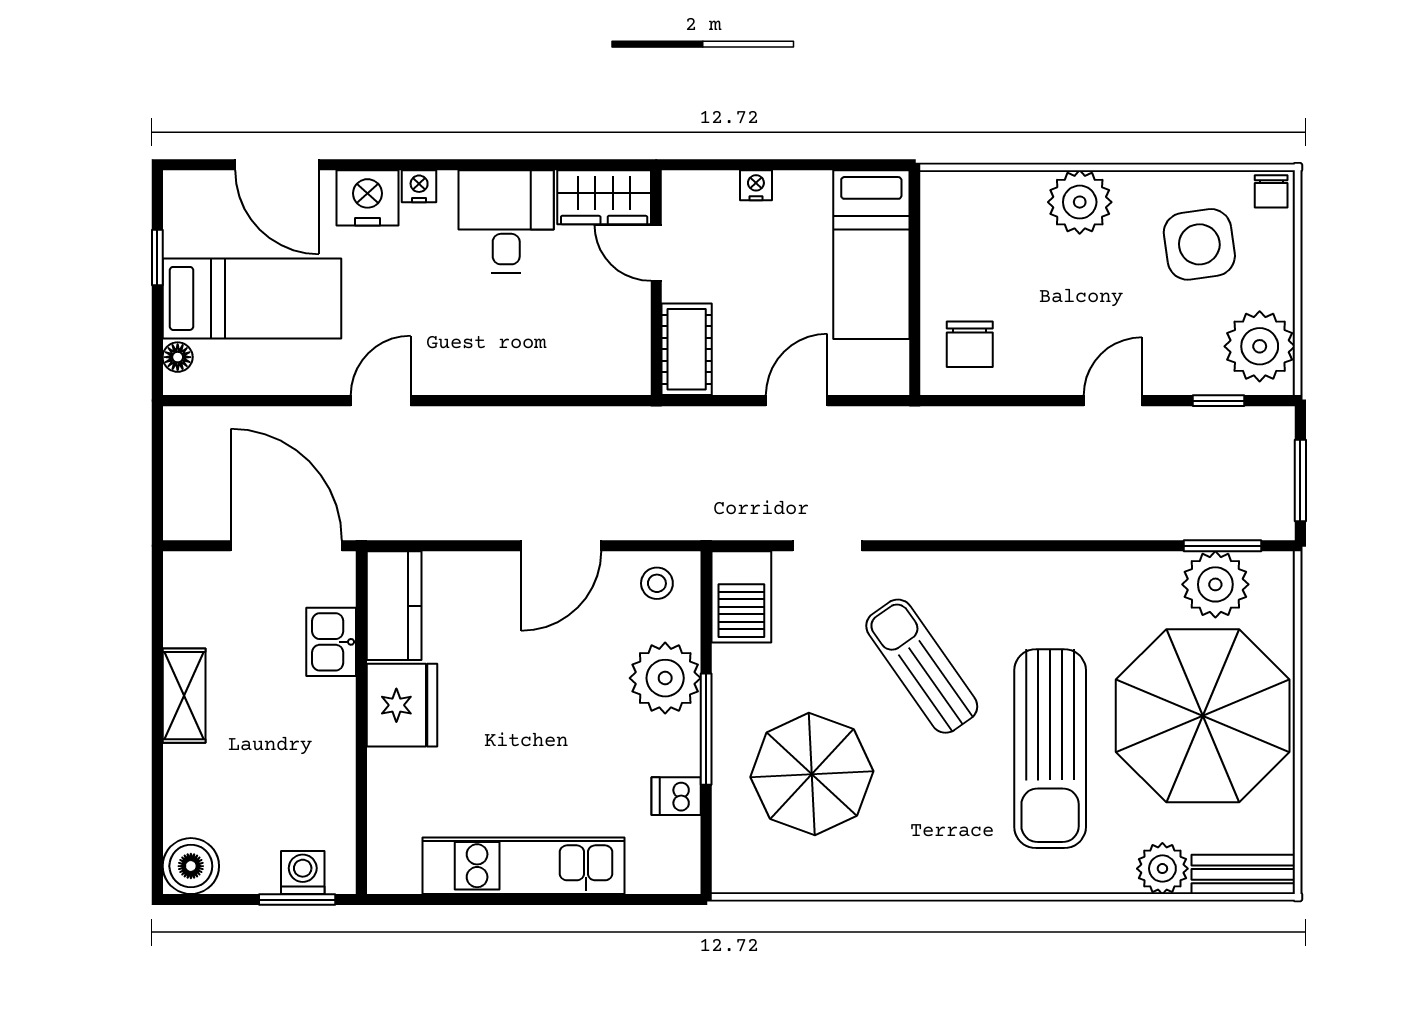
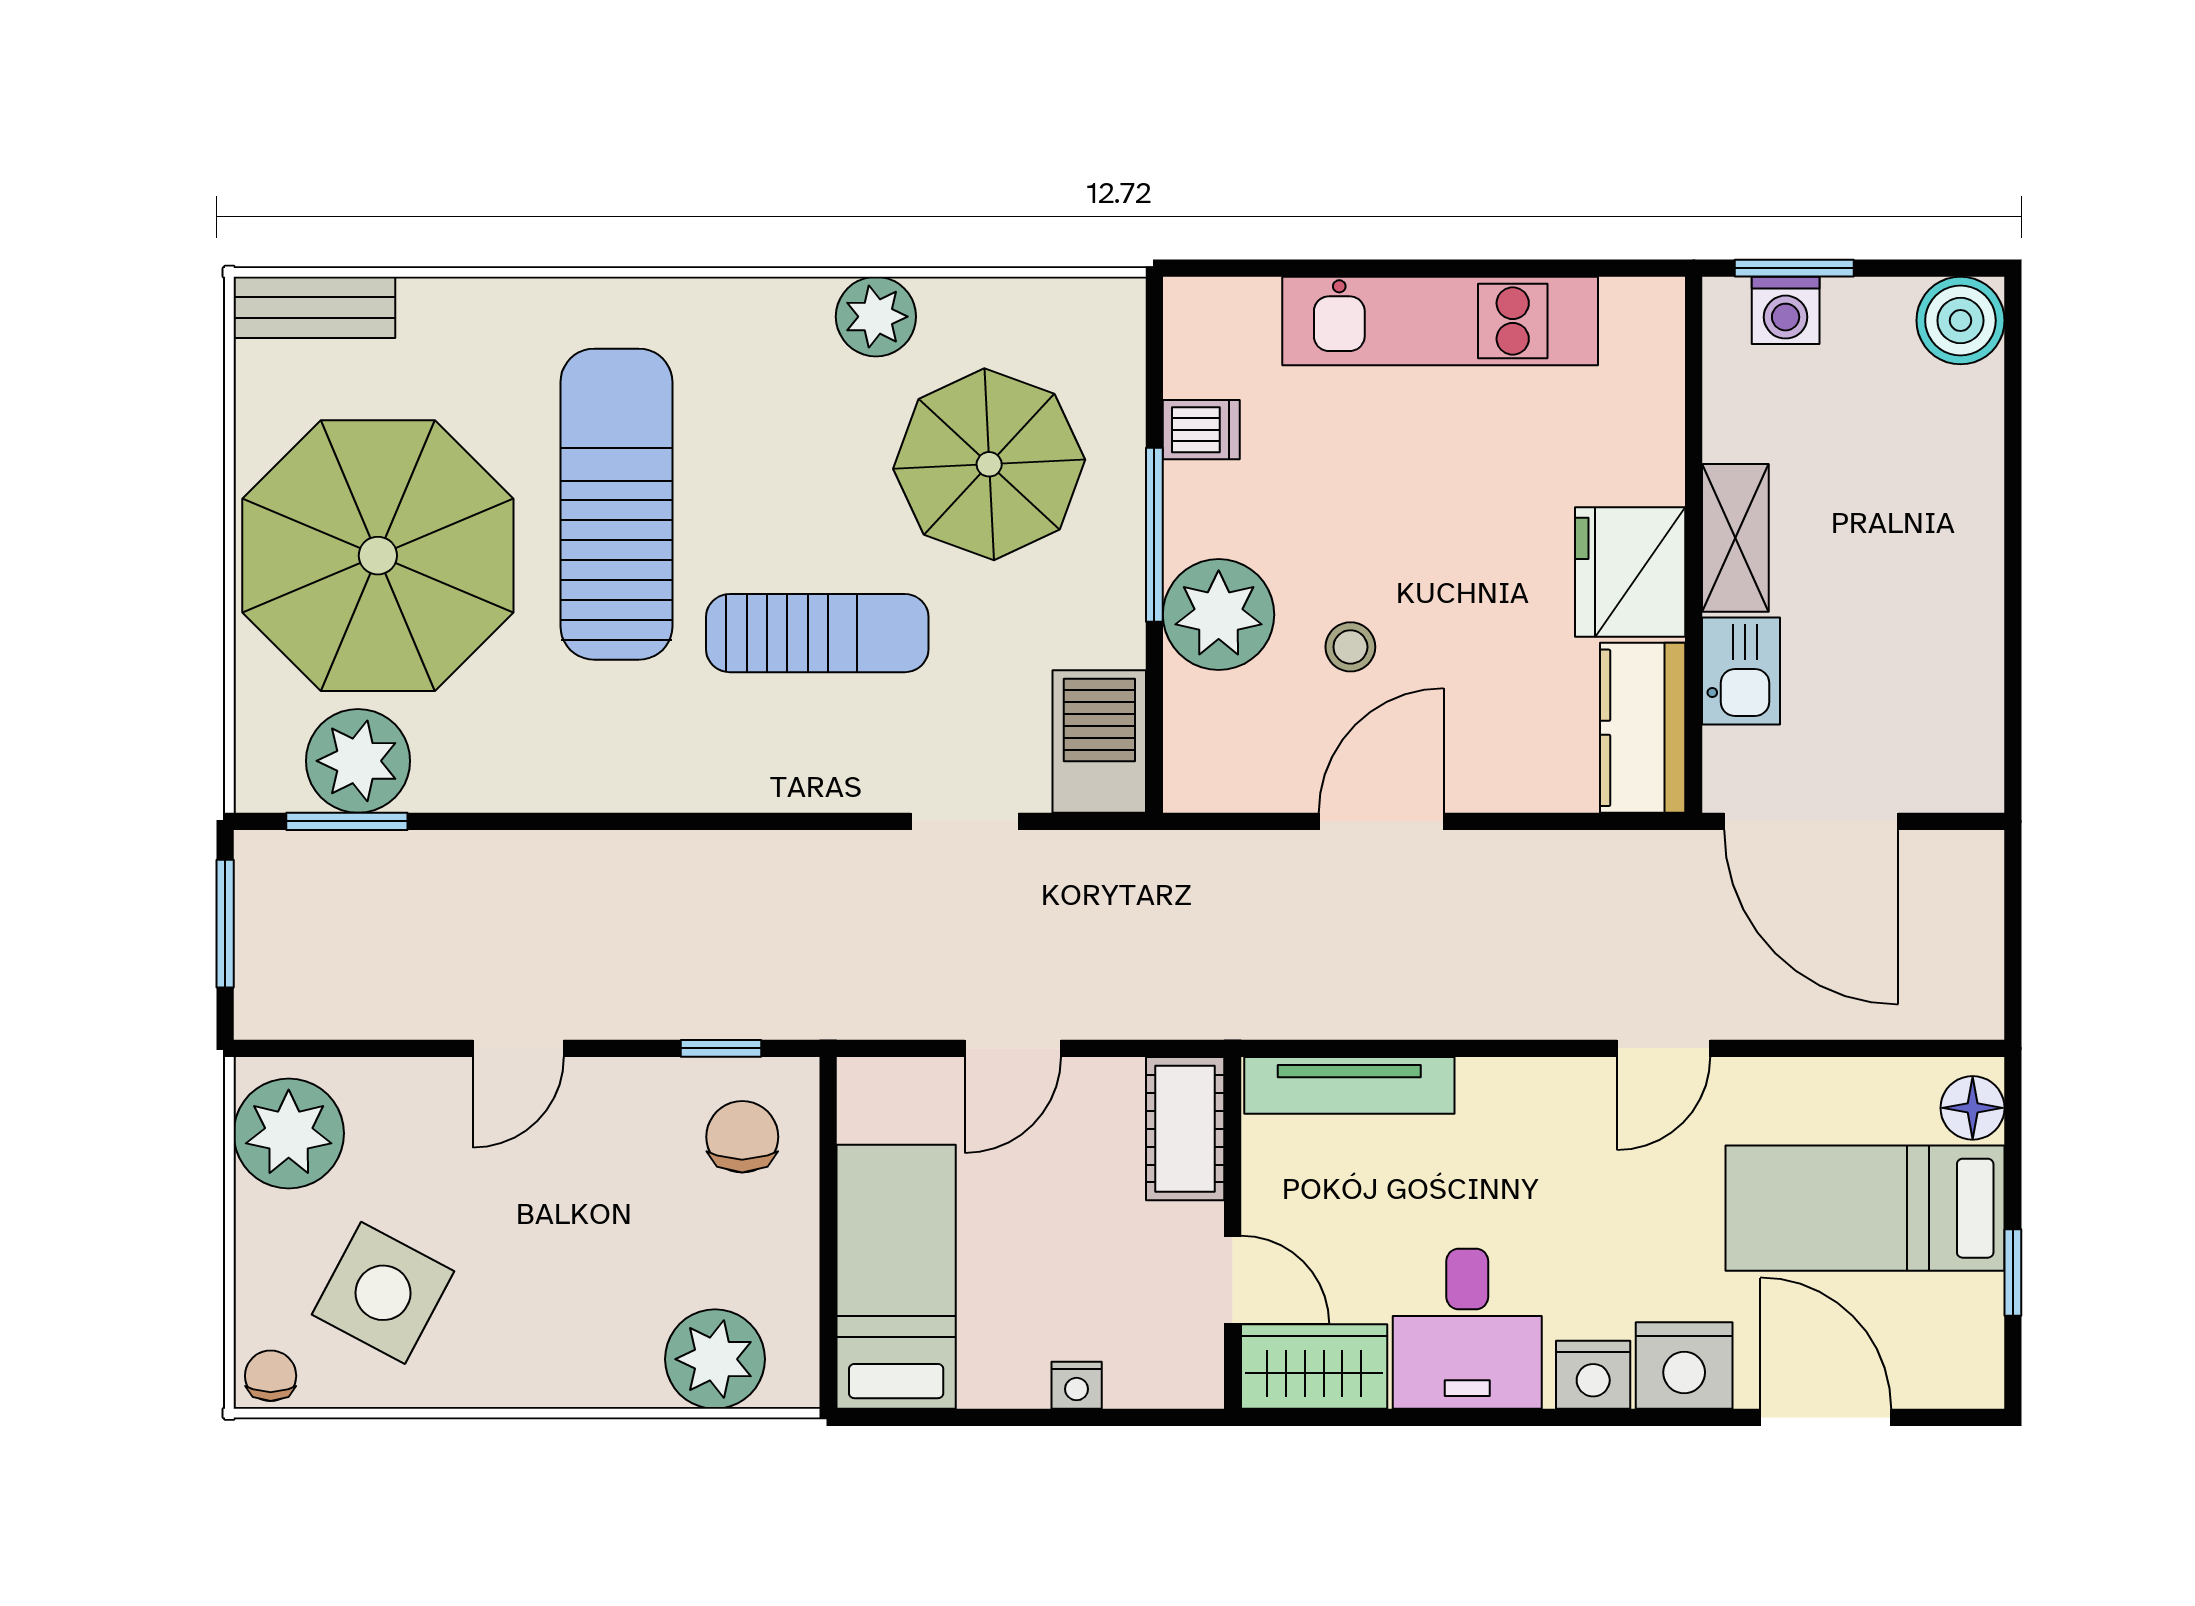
nightstand: (419, 186) -> (1593, 1375), width x1.39, depth x1.35
plant: (1080, 202) -> (715, 1359), moved
side table: (1199, 244) -> (383, 1293), turned 36
floor lamp: (178, 357) -> (1973, 1108), width x1.37, depth x1.37
tv unit: (582, 377) -> (1349, 1085), added
window: (1218, 401) -> (721, 1048), moved
stool: (657, 583) -> (1350, 647), moved
sun lounger: (922, 666) -> (817, 633), turned -55
shelving: (184, 696) -> (1735, 538), moved
plant: (1162, 869) -> (876, 317), moved

